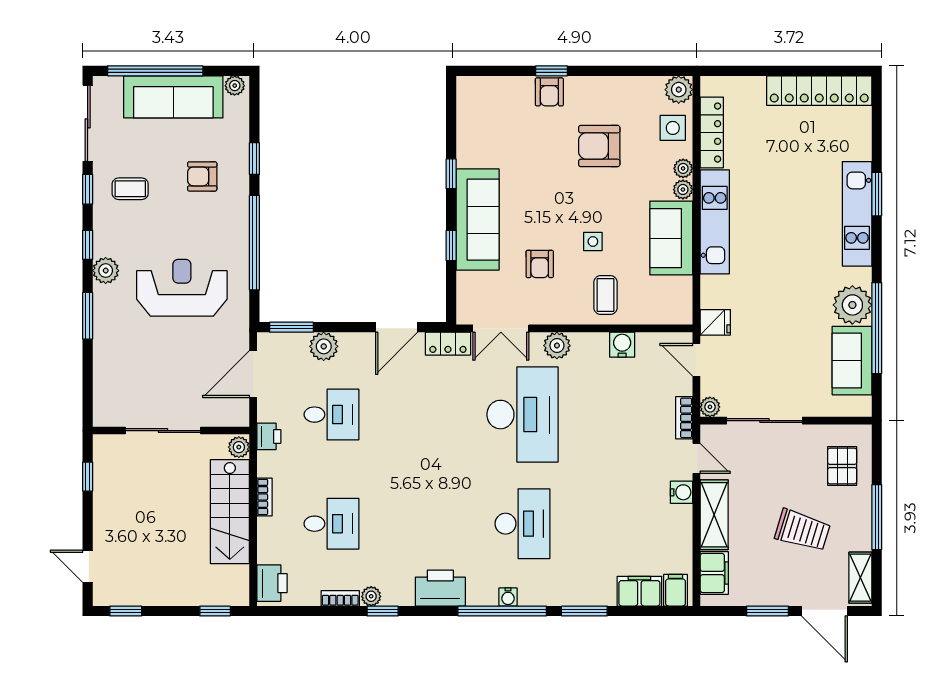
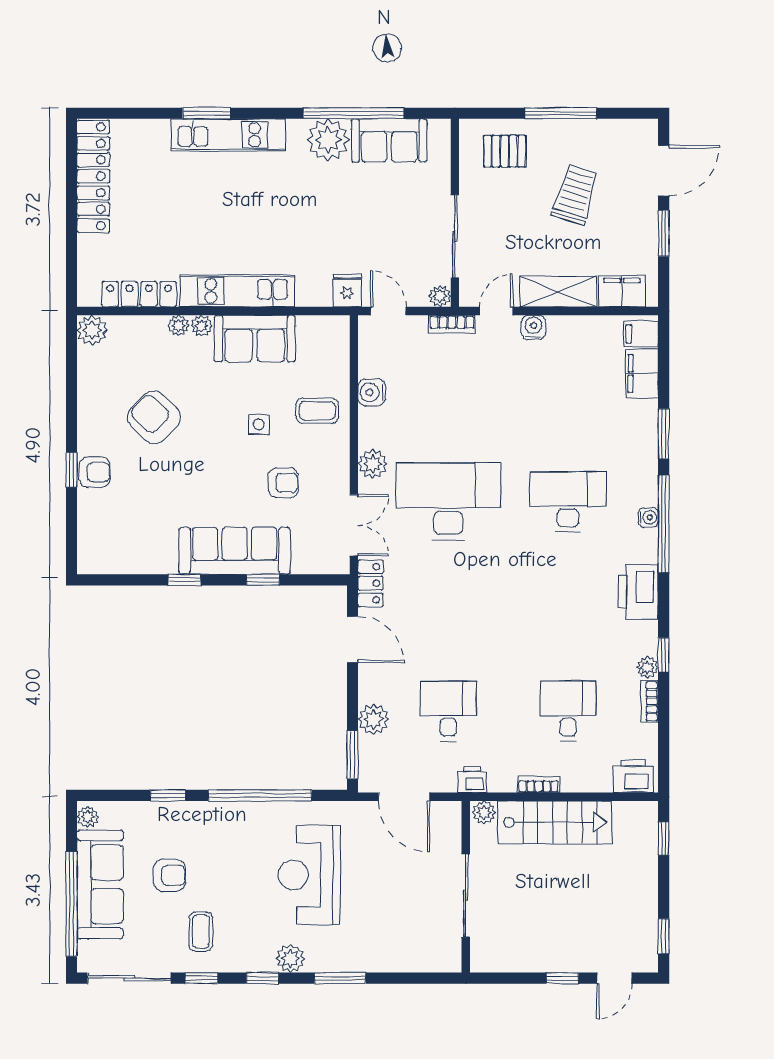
side table: (673, 128) -> (134, 337), removed
armchair: (599, 146) -> (154, 417), turned 134
armchair: (202, 176) -> (170, 875), moved, turned -90
door: (696, 360) -> (388, 311), swing flipped
window: (88, 477) -> (562, 978), moved
shelving: (860, 578) -> (627, 131), removed

